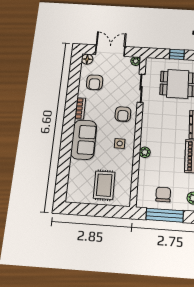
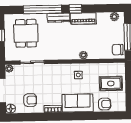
armchair: (123, 114) -> (105, 104), moved
chair: (163, 194) -> (118, 50), moved

